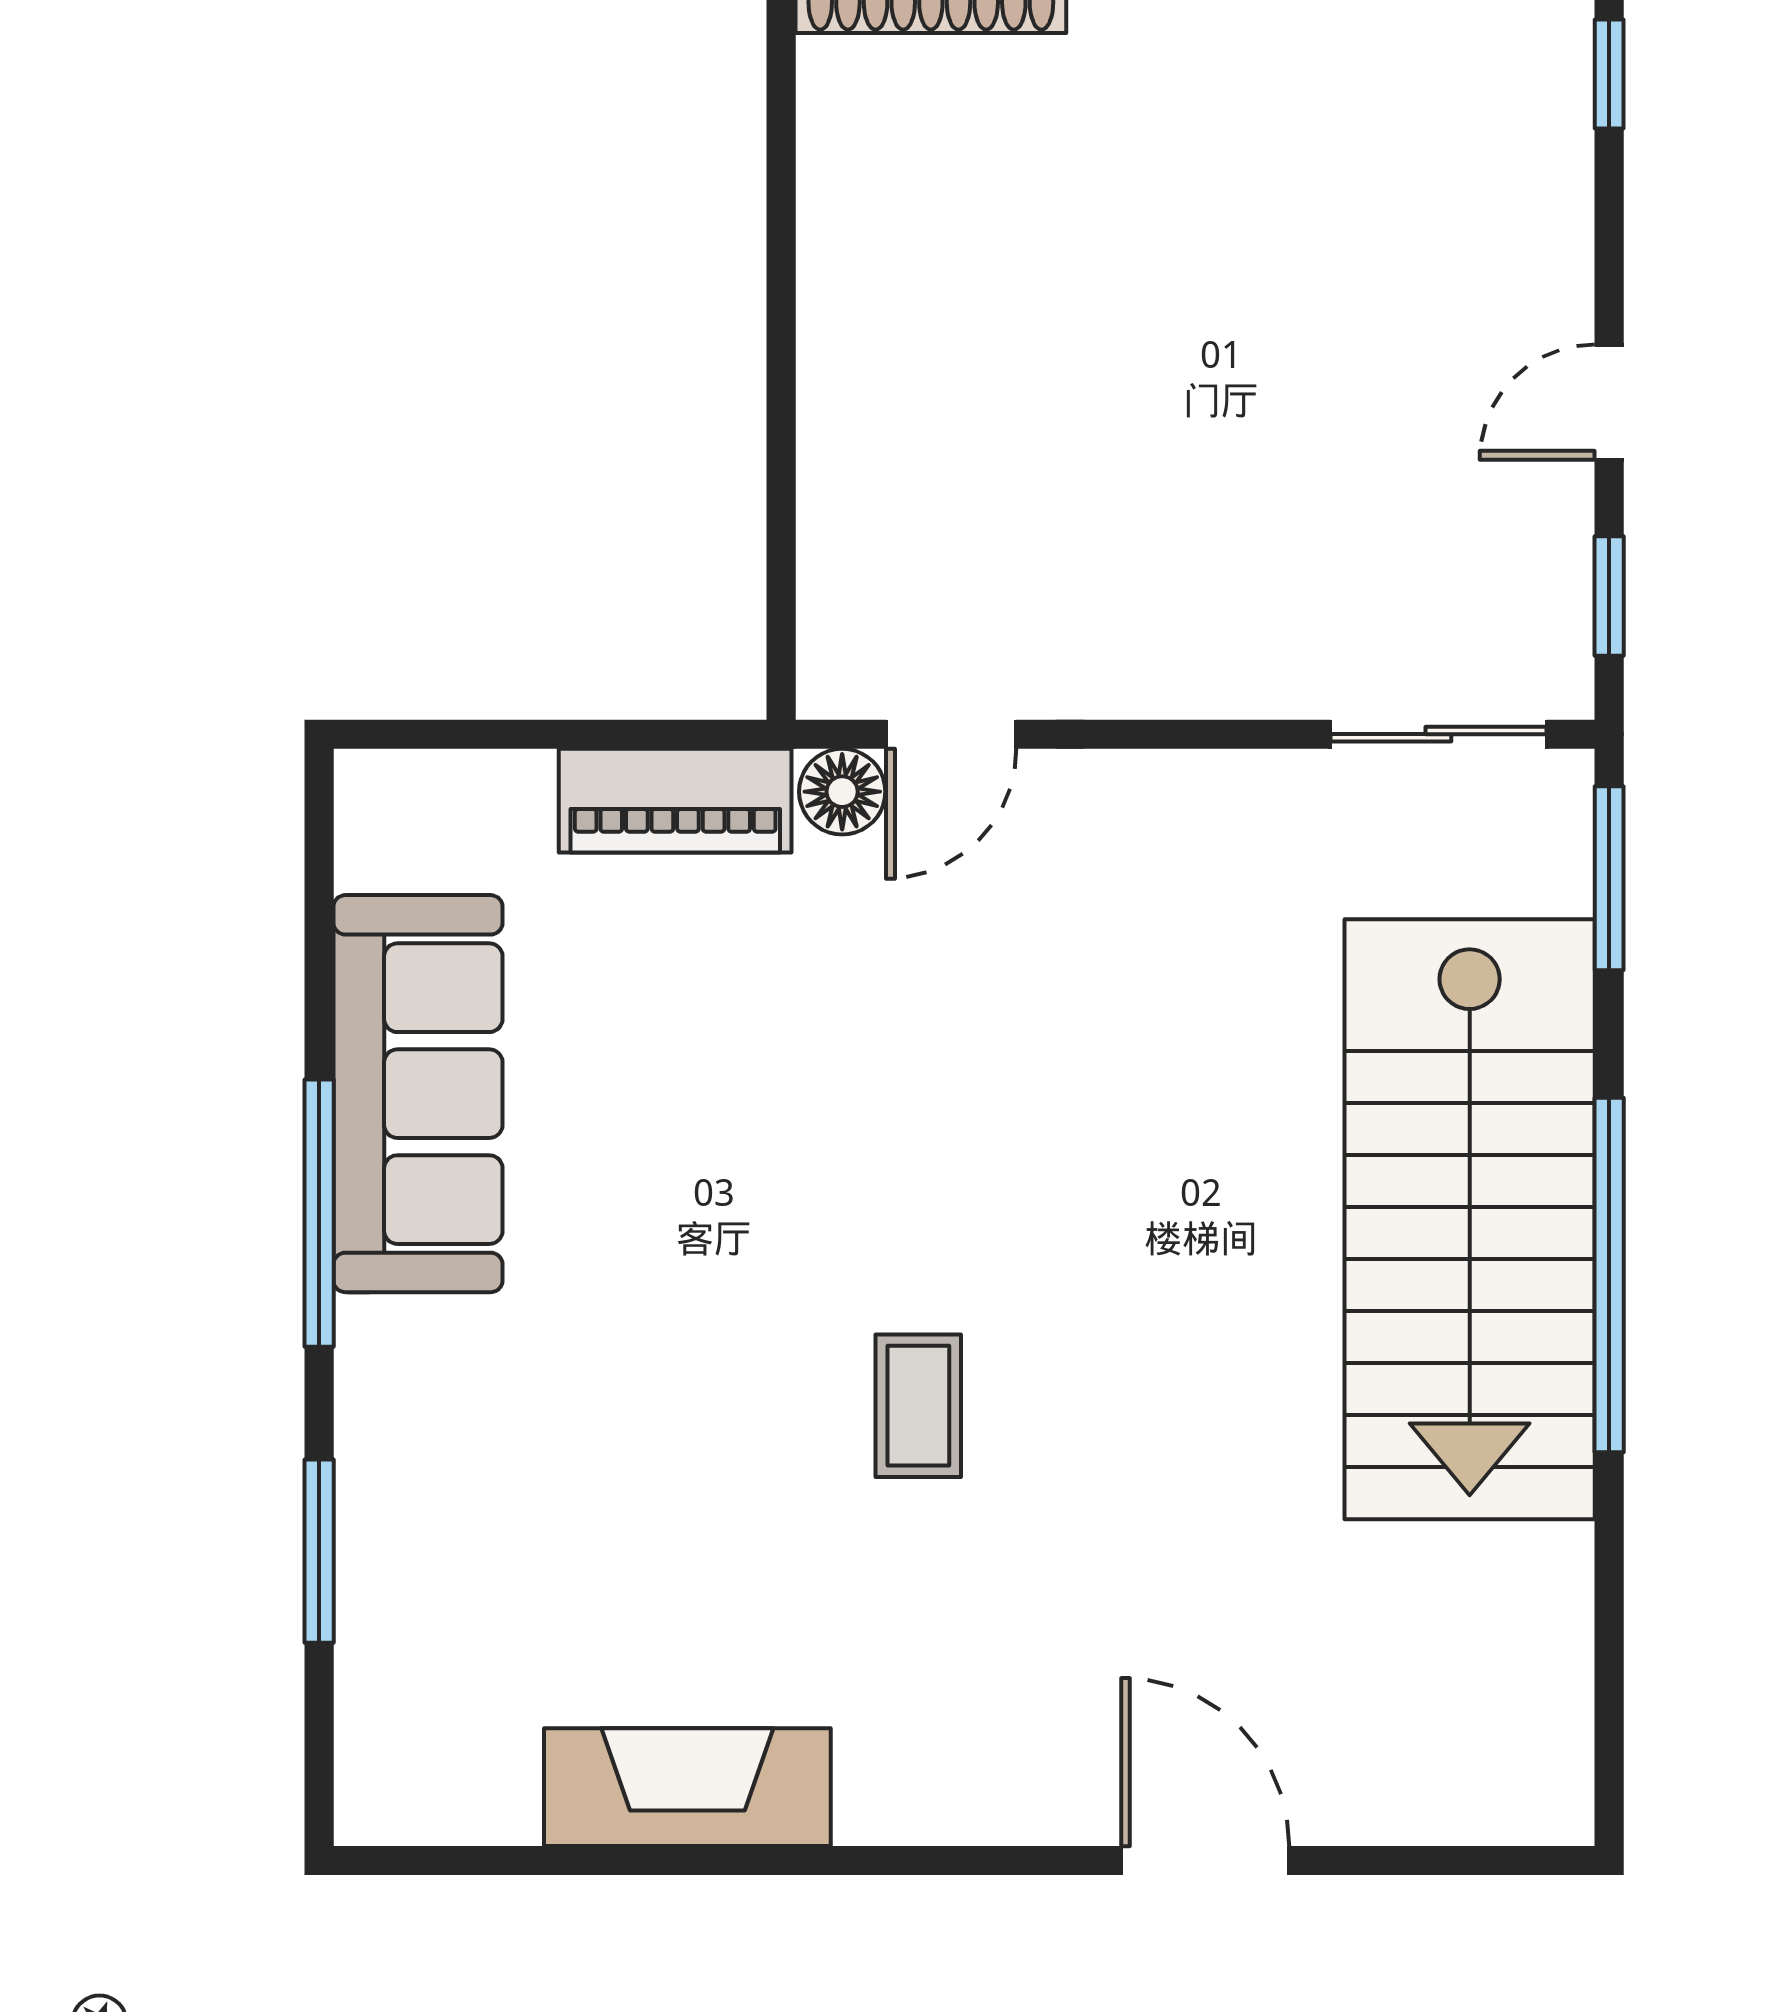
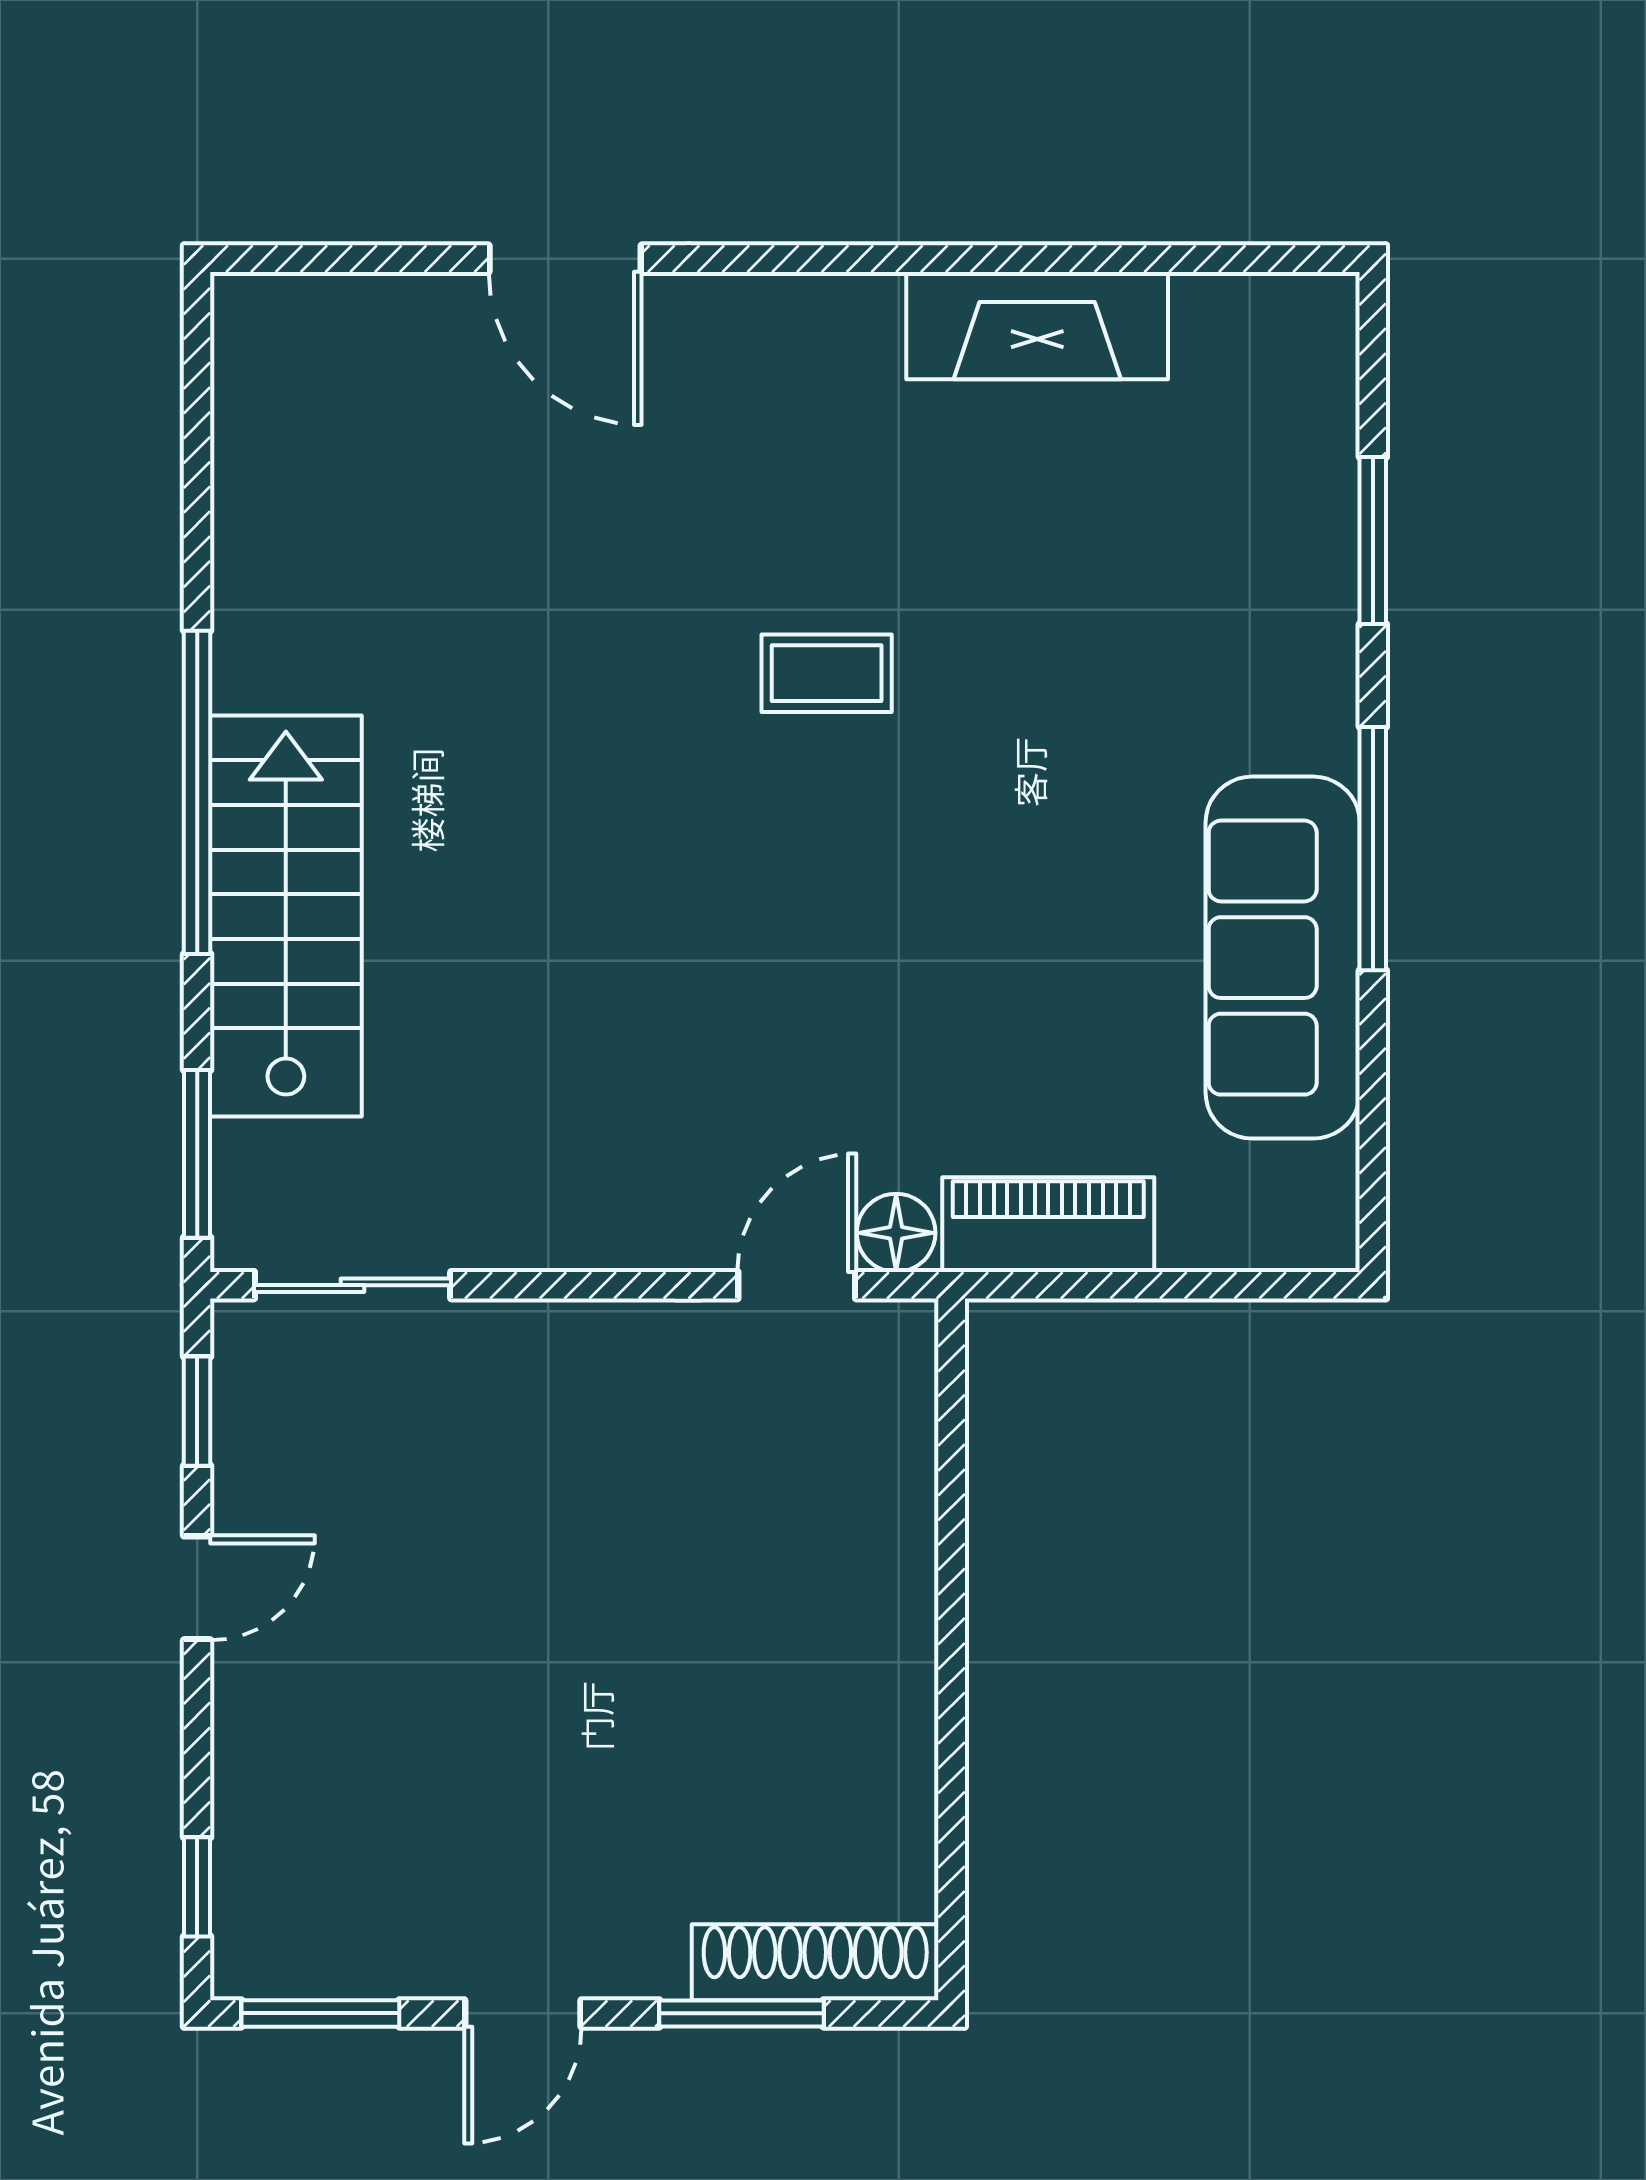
stairs: (1470, 1219) -> (286, 916), width x0.73, depth x0.66
coffee table: (918, 1406) -> (827, 673), turned 90

